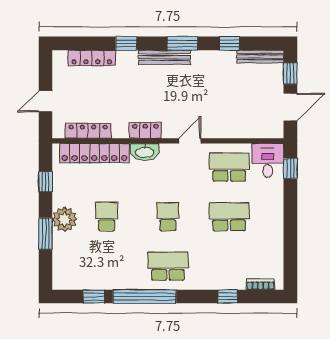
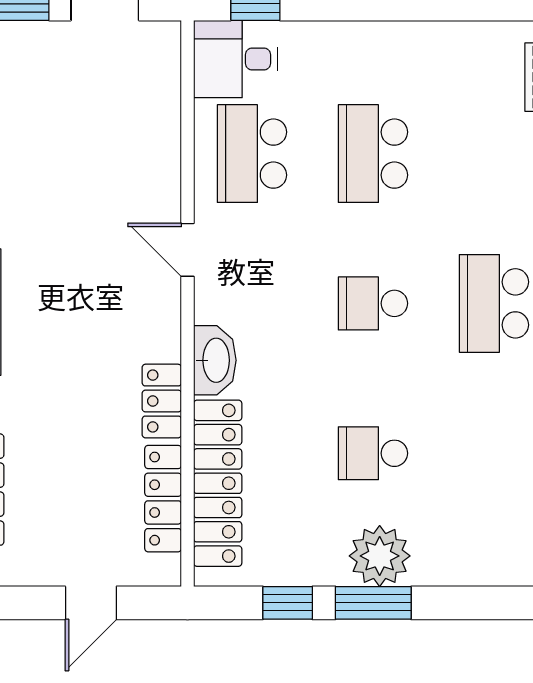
door: (45, 101) -> (91, 603), hinge flipped
locker: (145, 130) -> (162, 401), moved
window: (45, 234) -> (373, 603), moved

